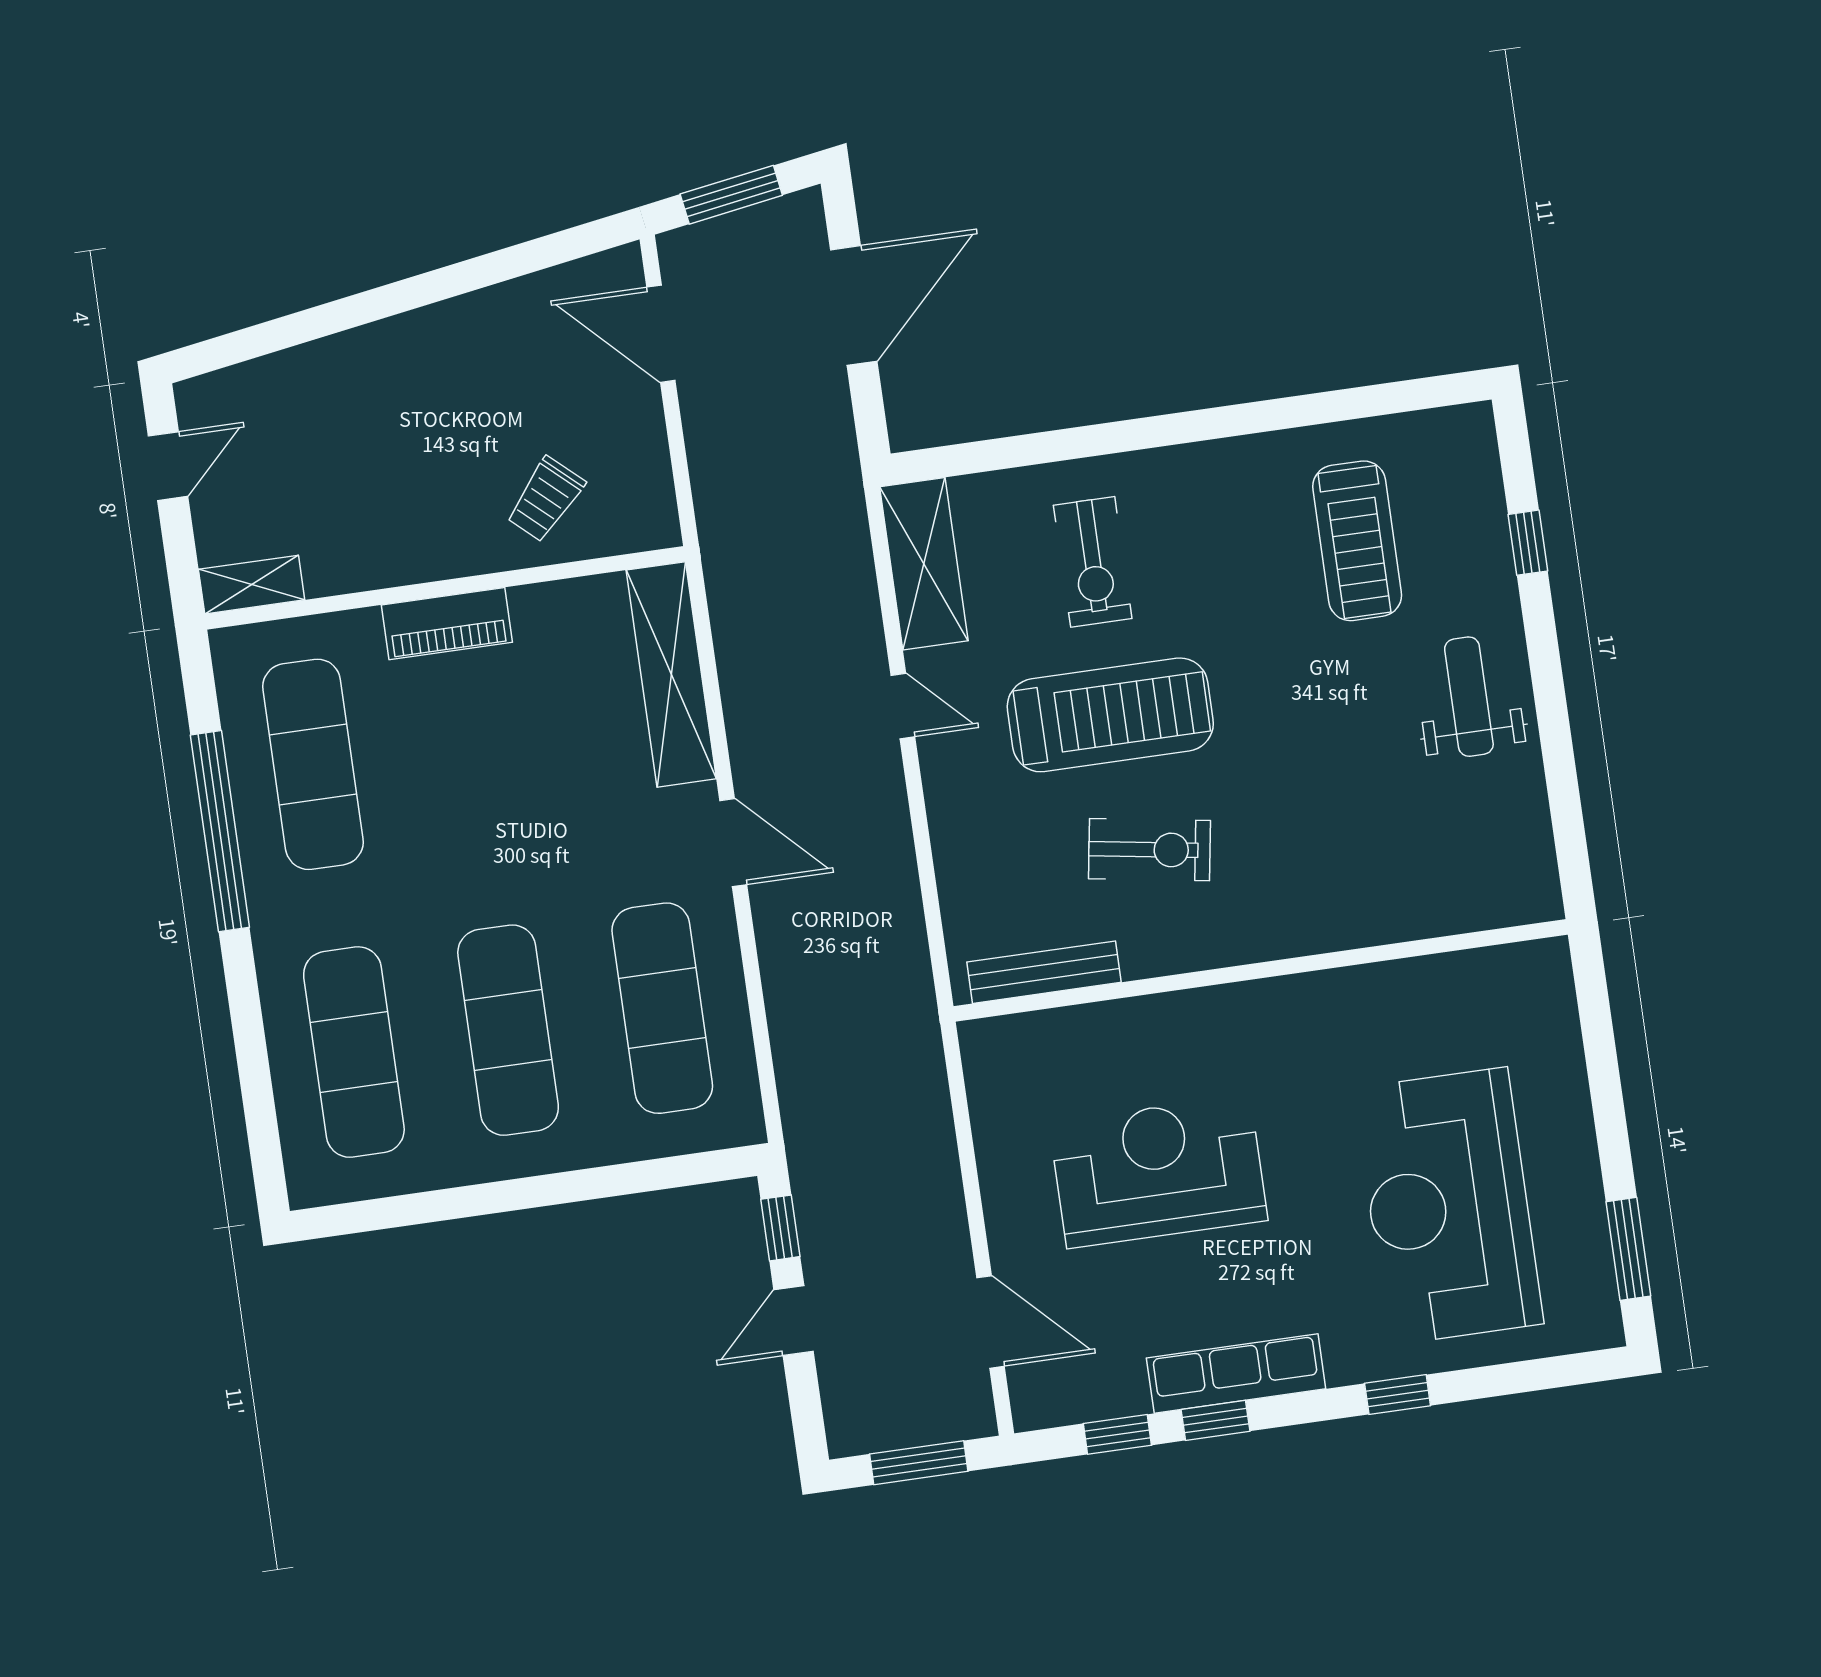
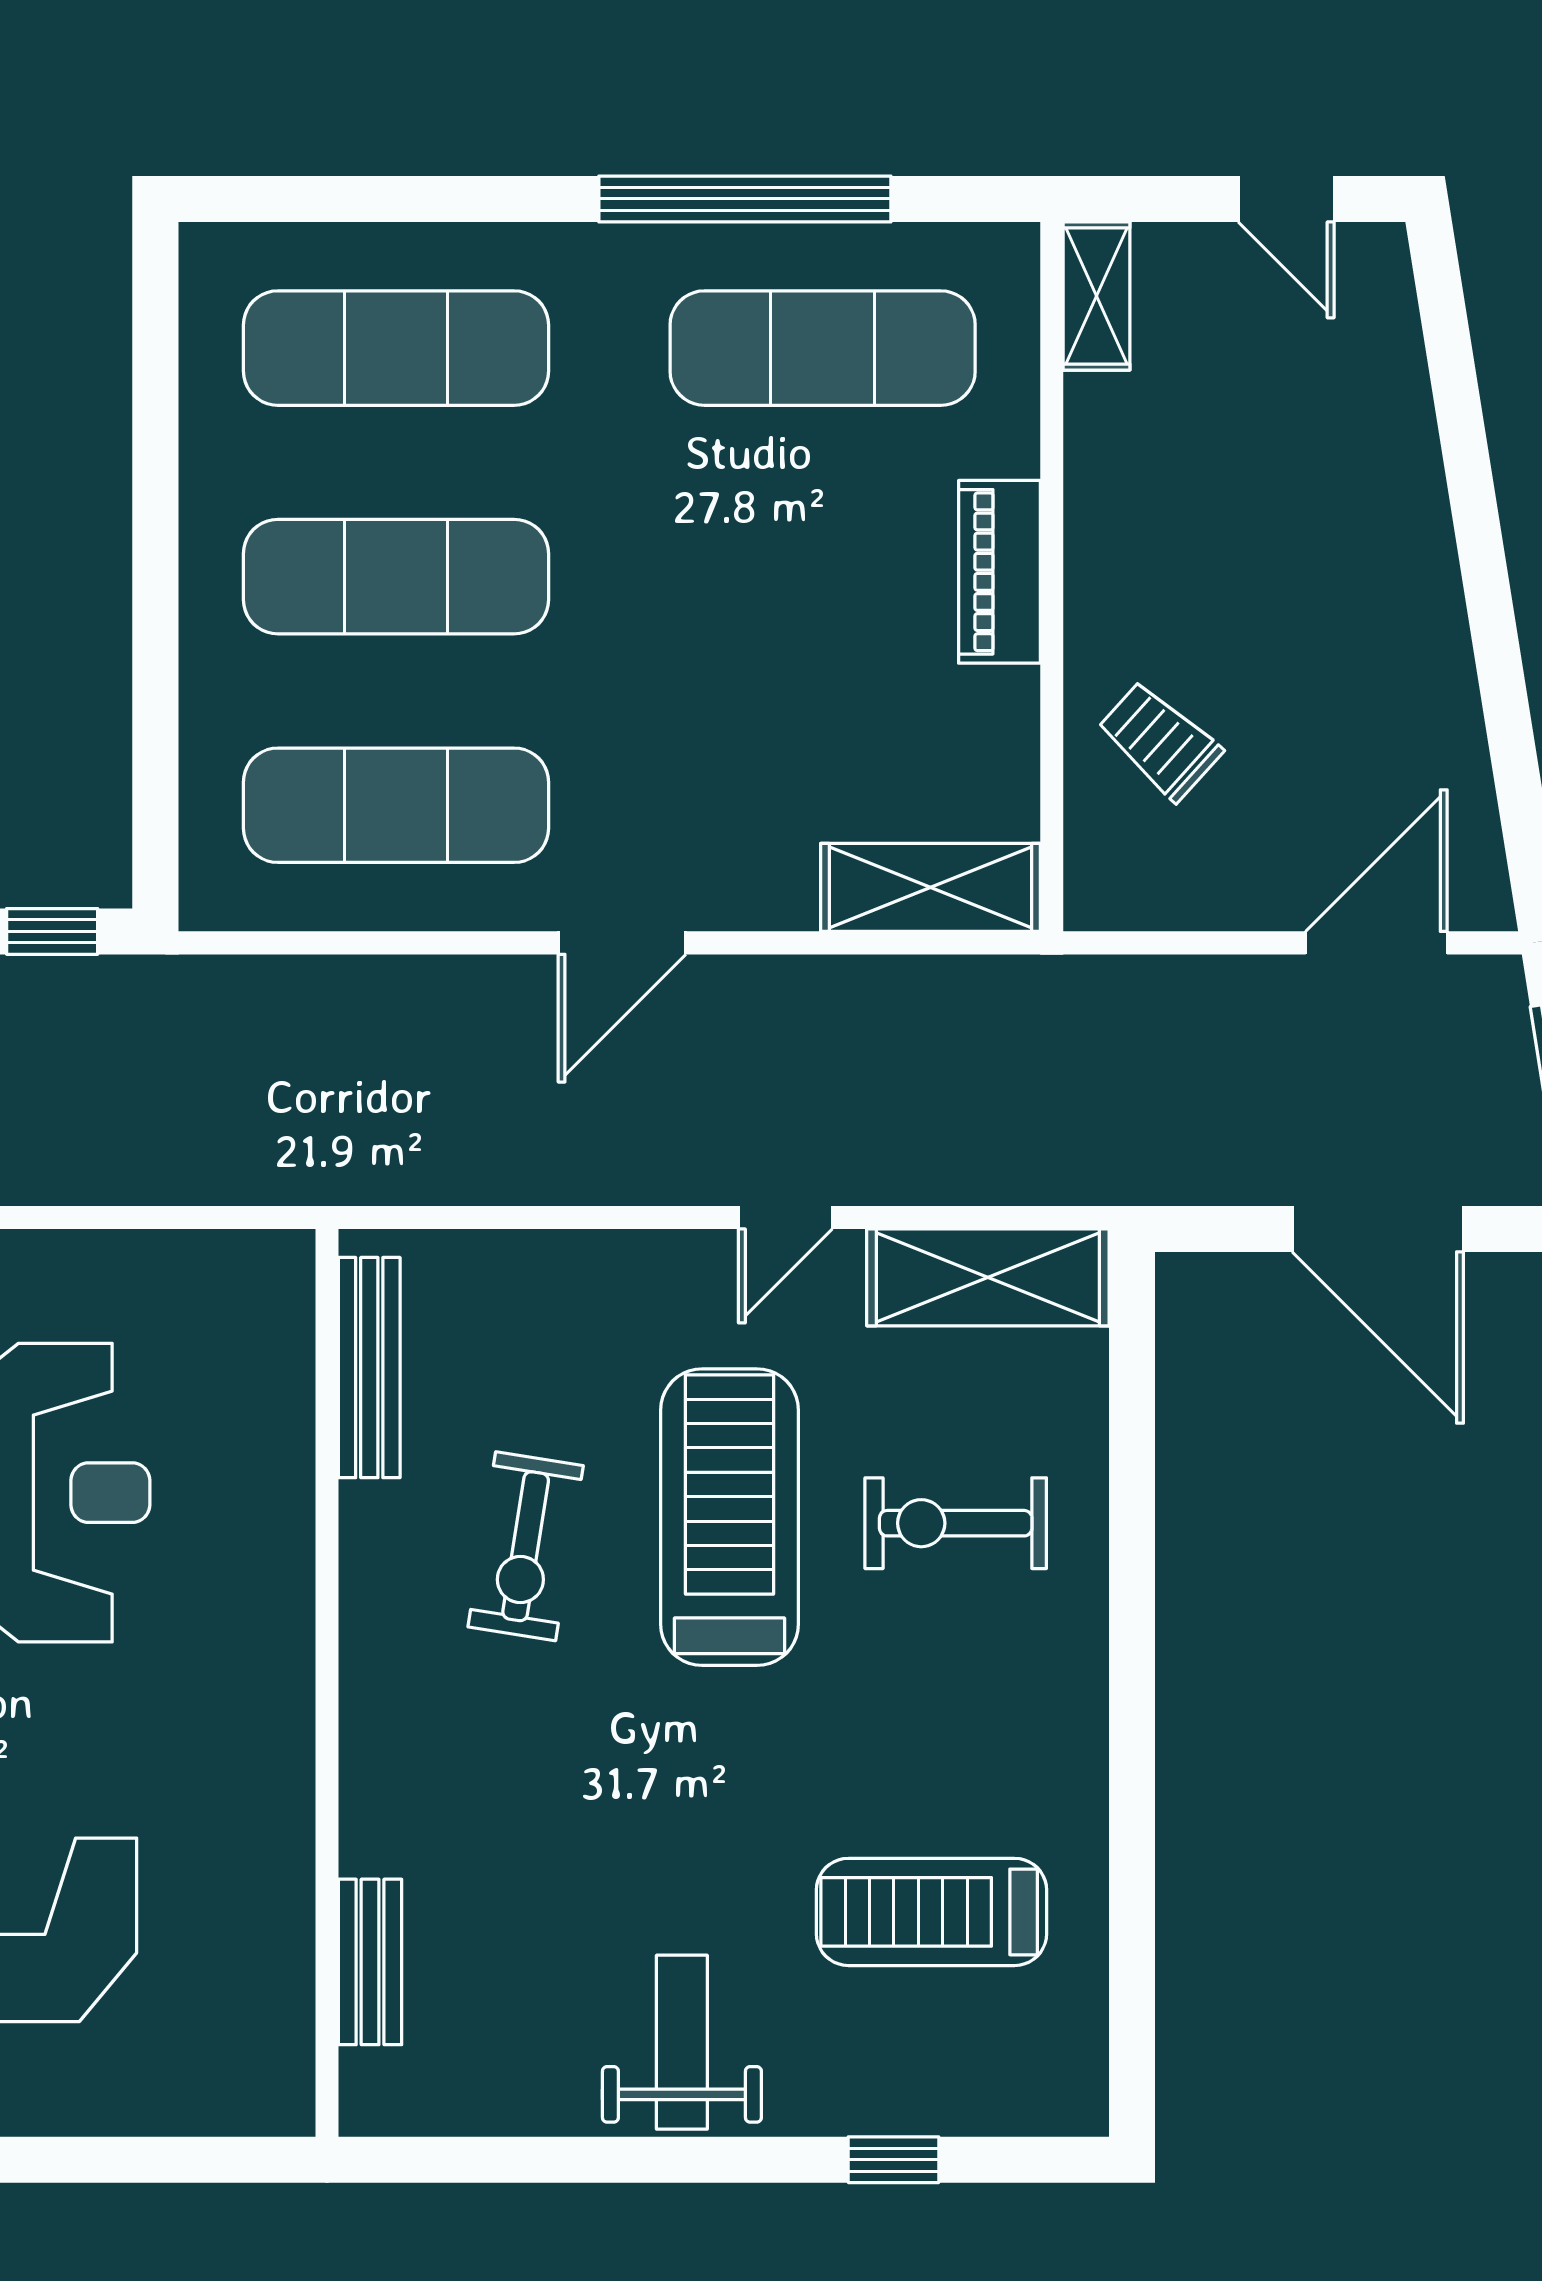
shelving: (671, 674) -> (930, 887), width x0.68
weight bench: (1469, 697) -> (682, 2042), turned -90
treadmill: (1110, 715) -> (730, 1517), turned 180
bench: (1445, 915) -> (370, 1962), added

